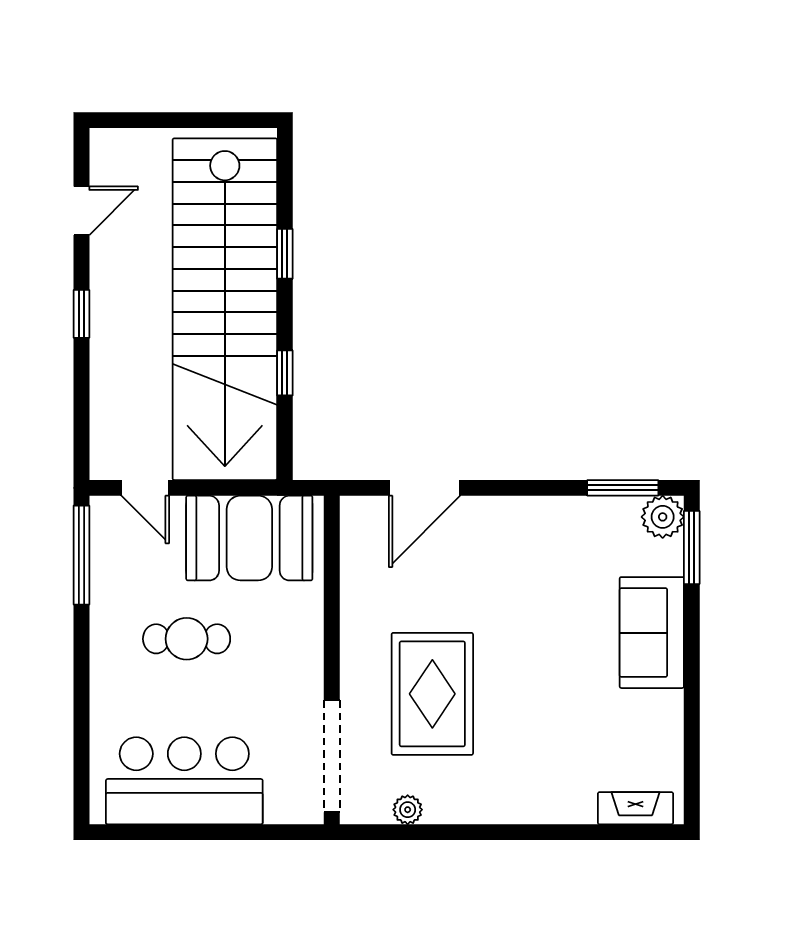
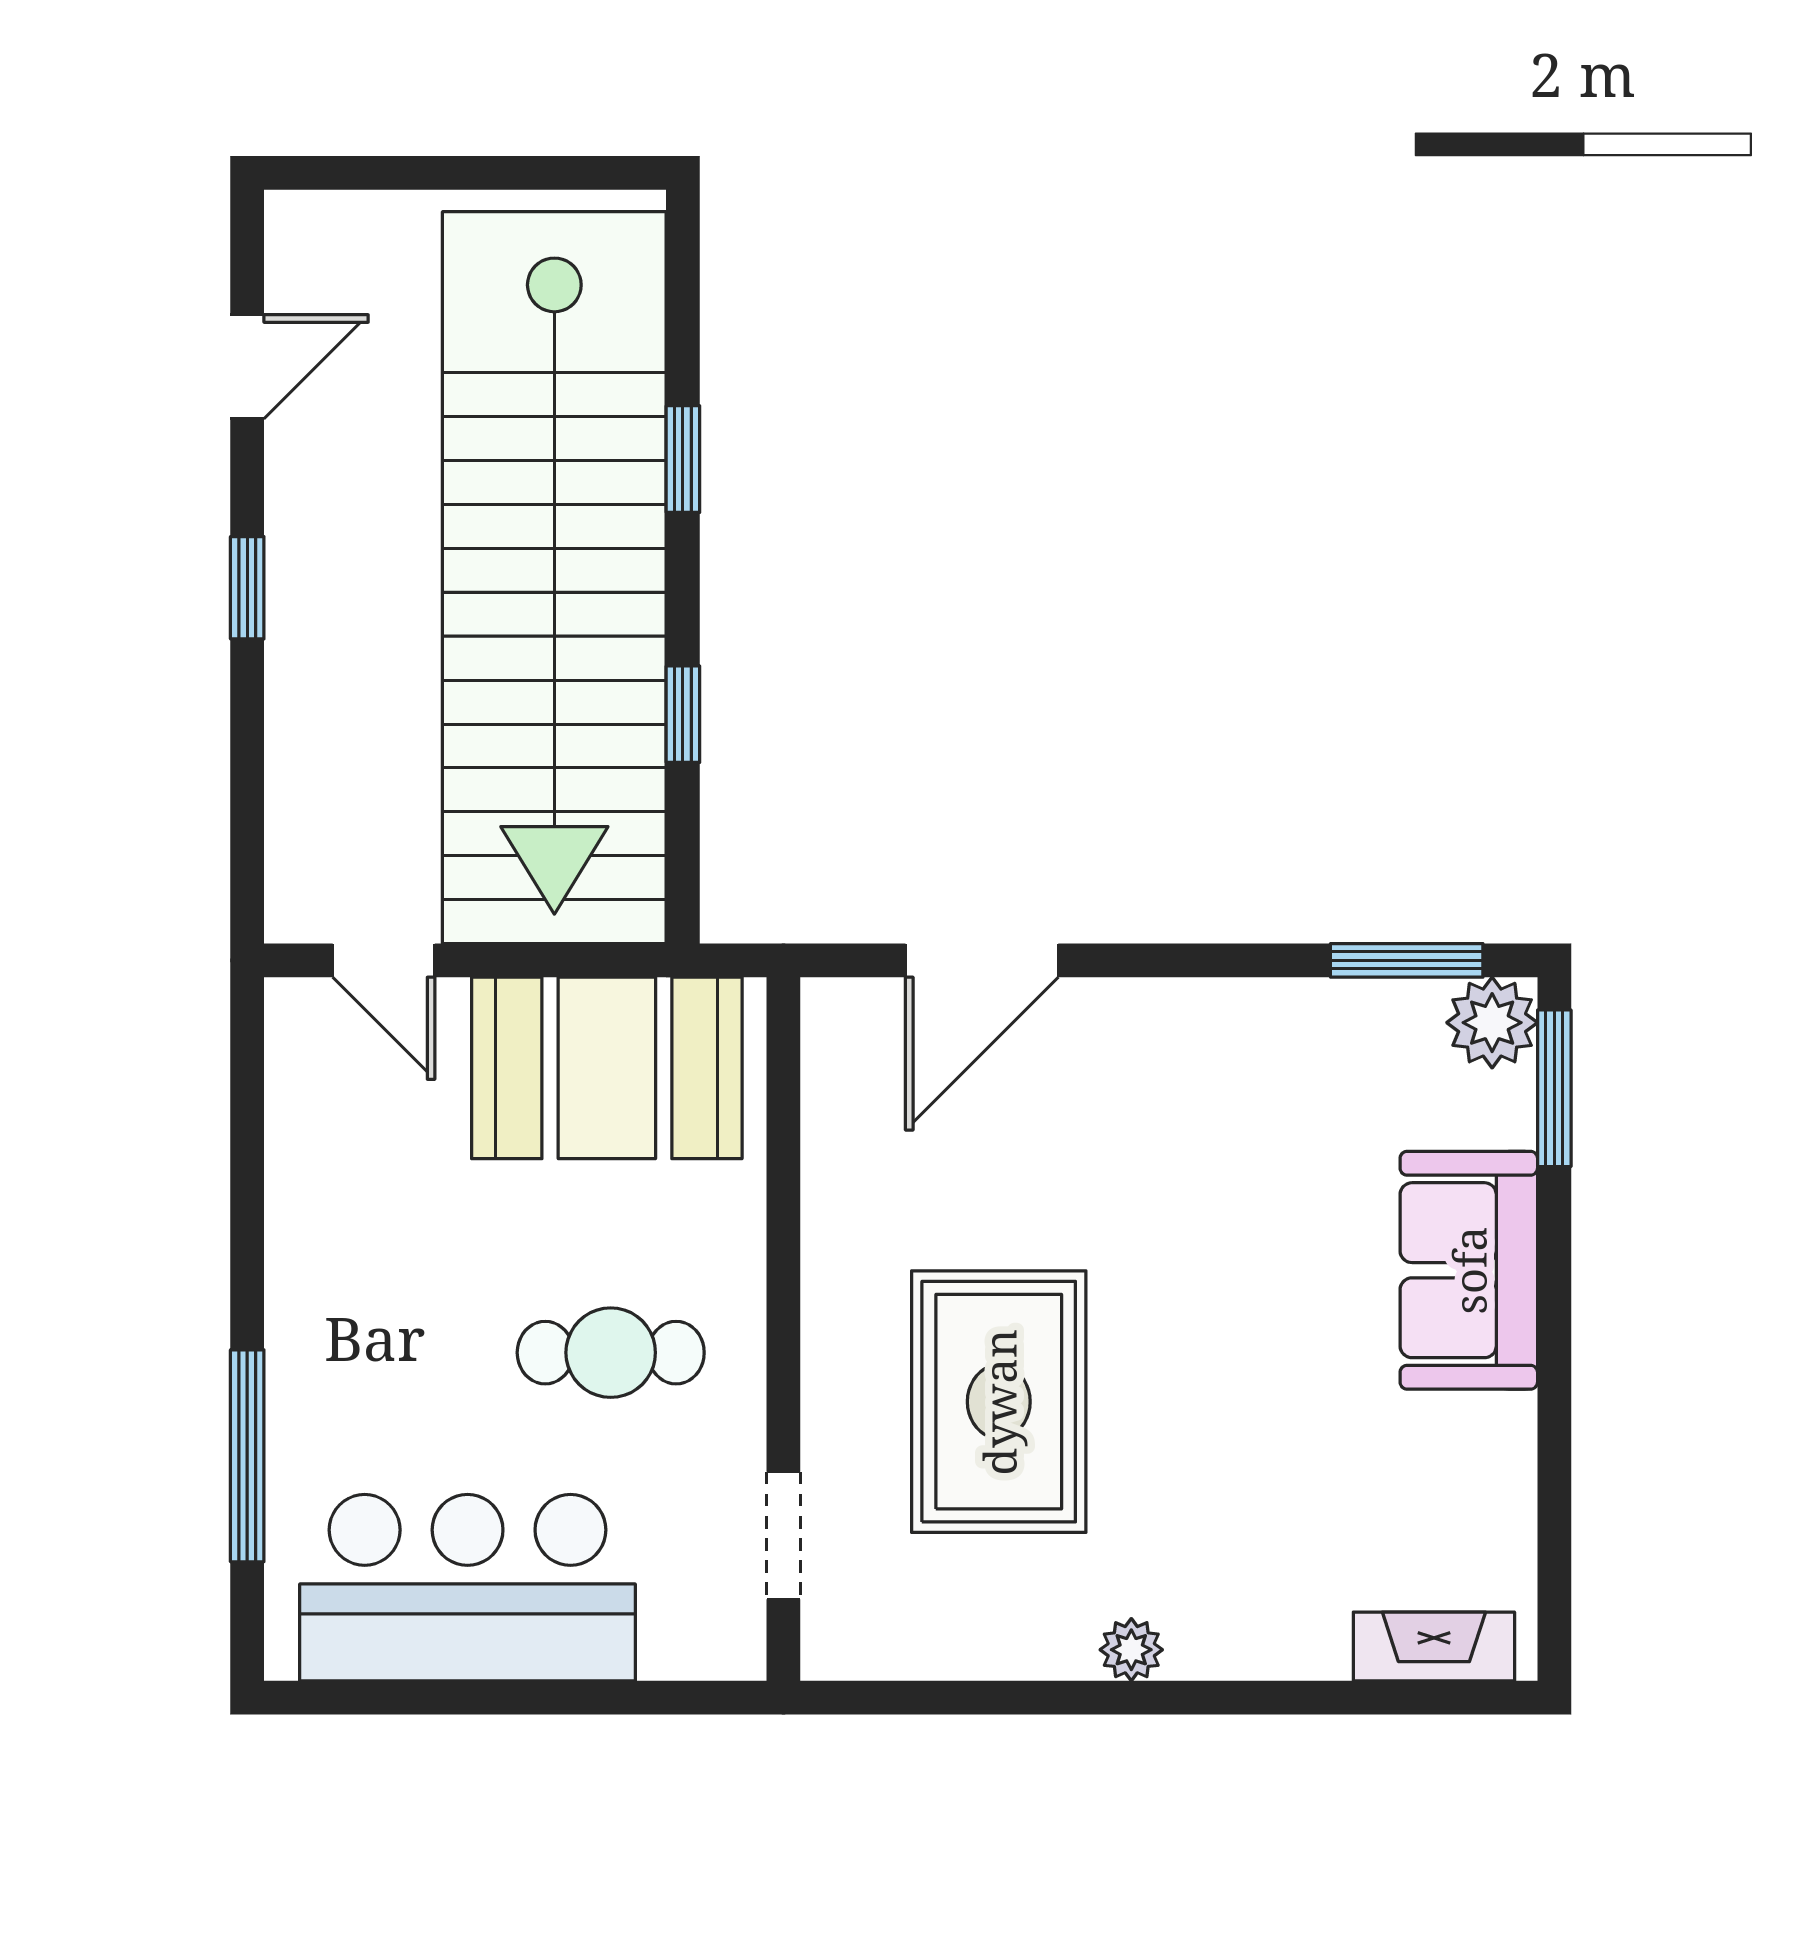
window: (81, 555) -> (247, 1456), moved
cafe table: (187, 639) -> (611, 1353), moved
doorway: (332, 756) -> (783, 1535), width x0.53
plant: (408, 810) -> (1131, 1650), moved

